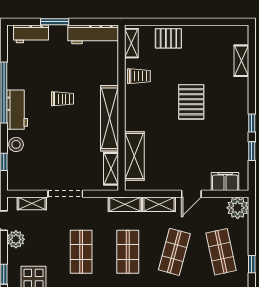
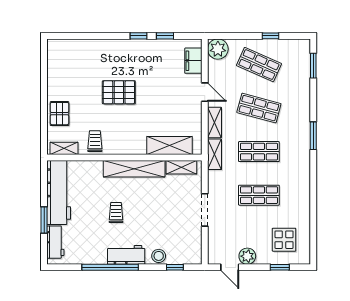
workbench: (93, 34) -> (59, 192), width x1.36, depth x1.32
shelving: (241, 61) -> (81, 45), removed
shelving: (32, 203) -> (214, 241), removed
shop shelf: (221, 252) -> (259, 65), turned 36

